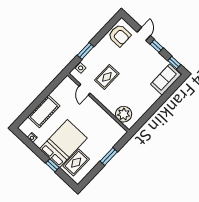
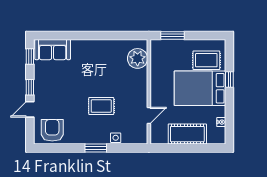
door: (84, 90) -> (149, 116), moved
wall: (98, 103) -> (149, 92), moved
plant: (124, 114) -> (138, 58), moved

